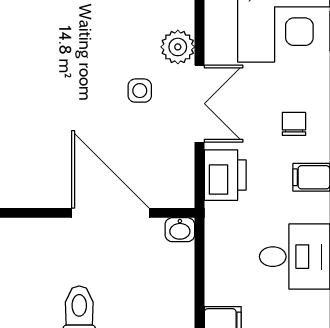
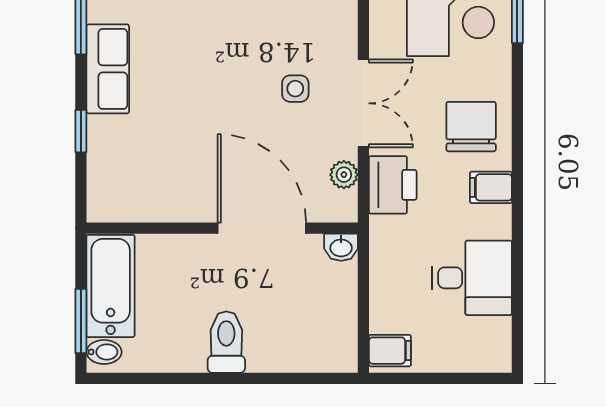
plant: (178, 47) -> (344, 175), moved, width x0.73, depth x0.73
chair: (294, 124) -> (471, 127), width x1.87, depth x1.87

